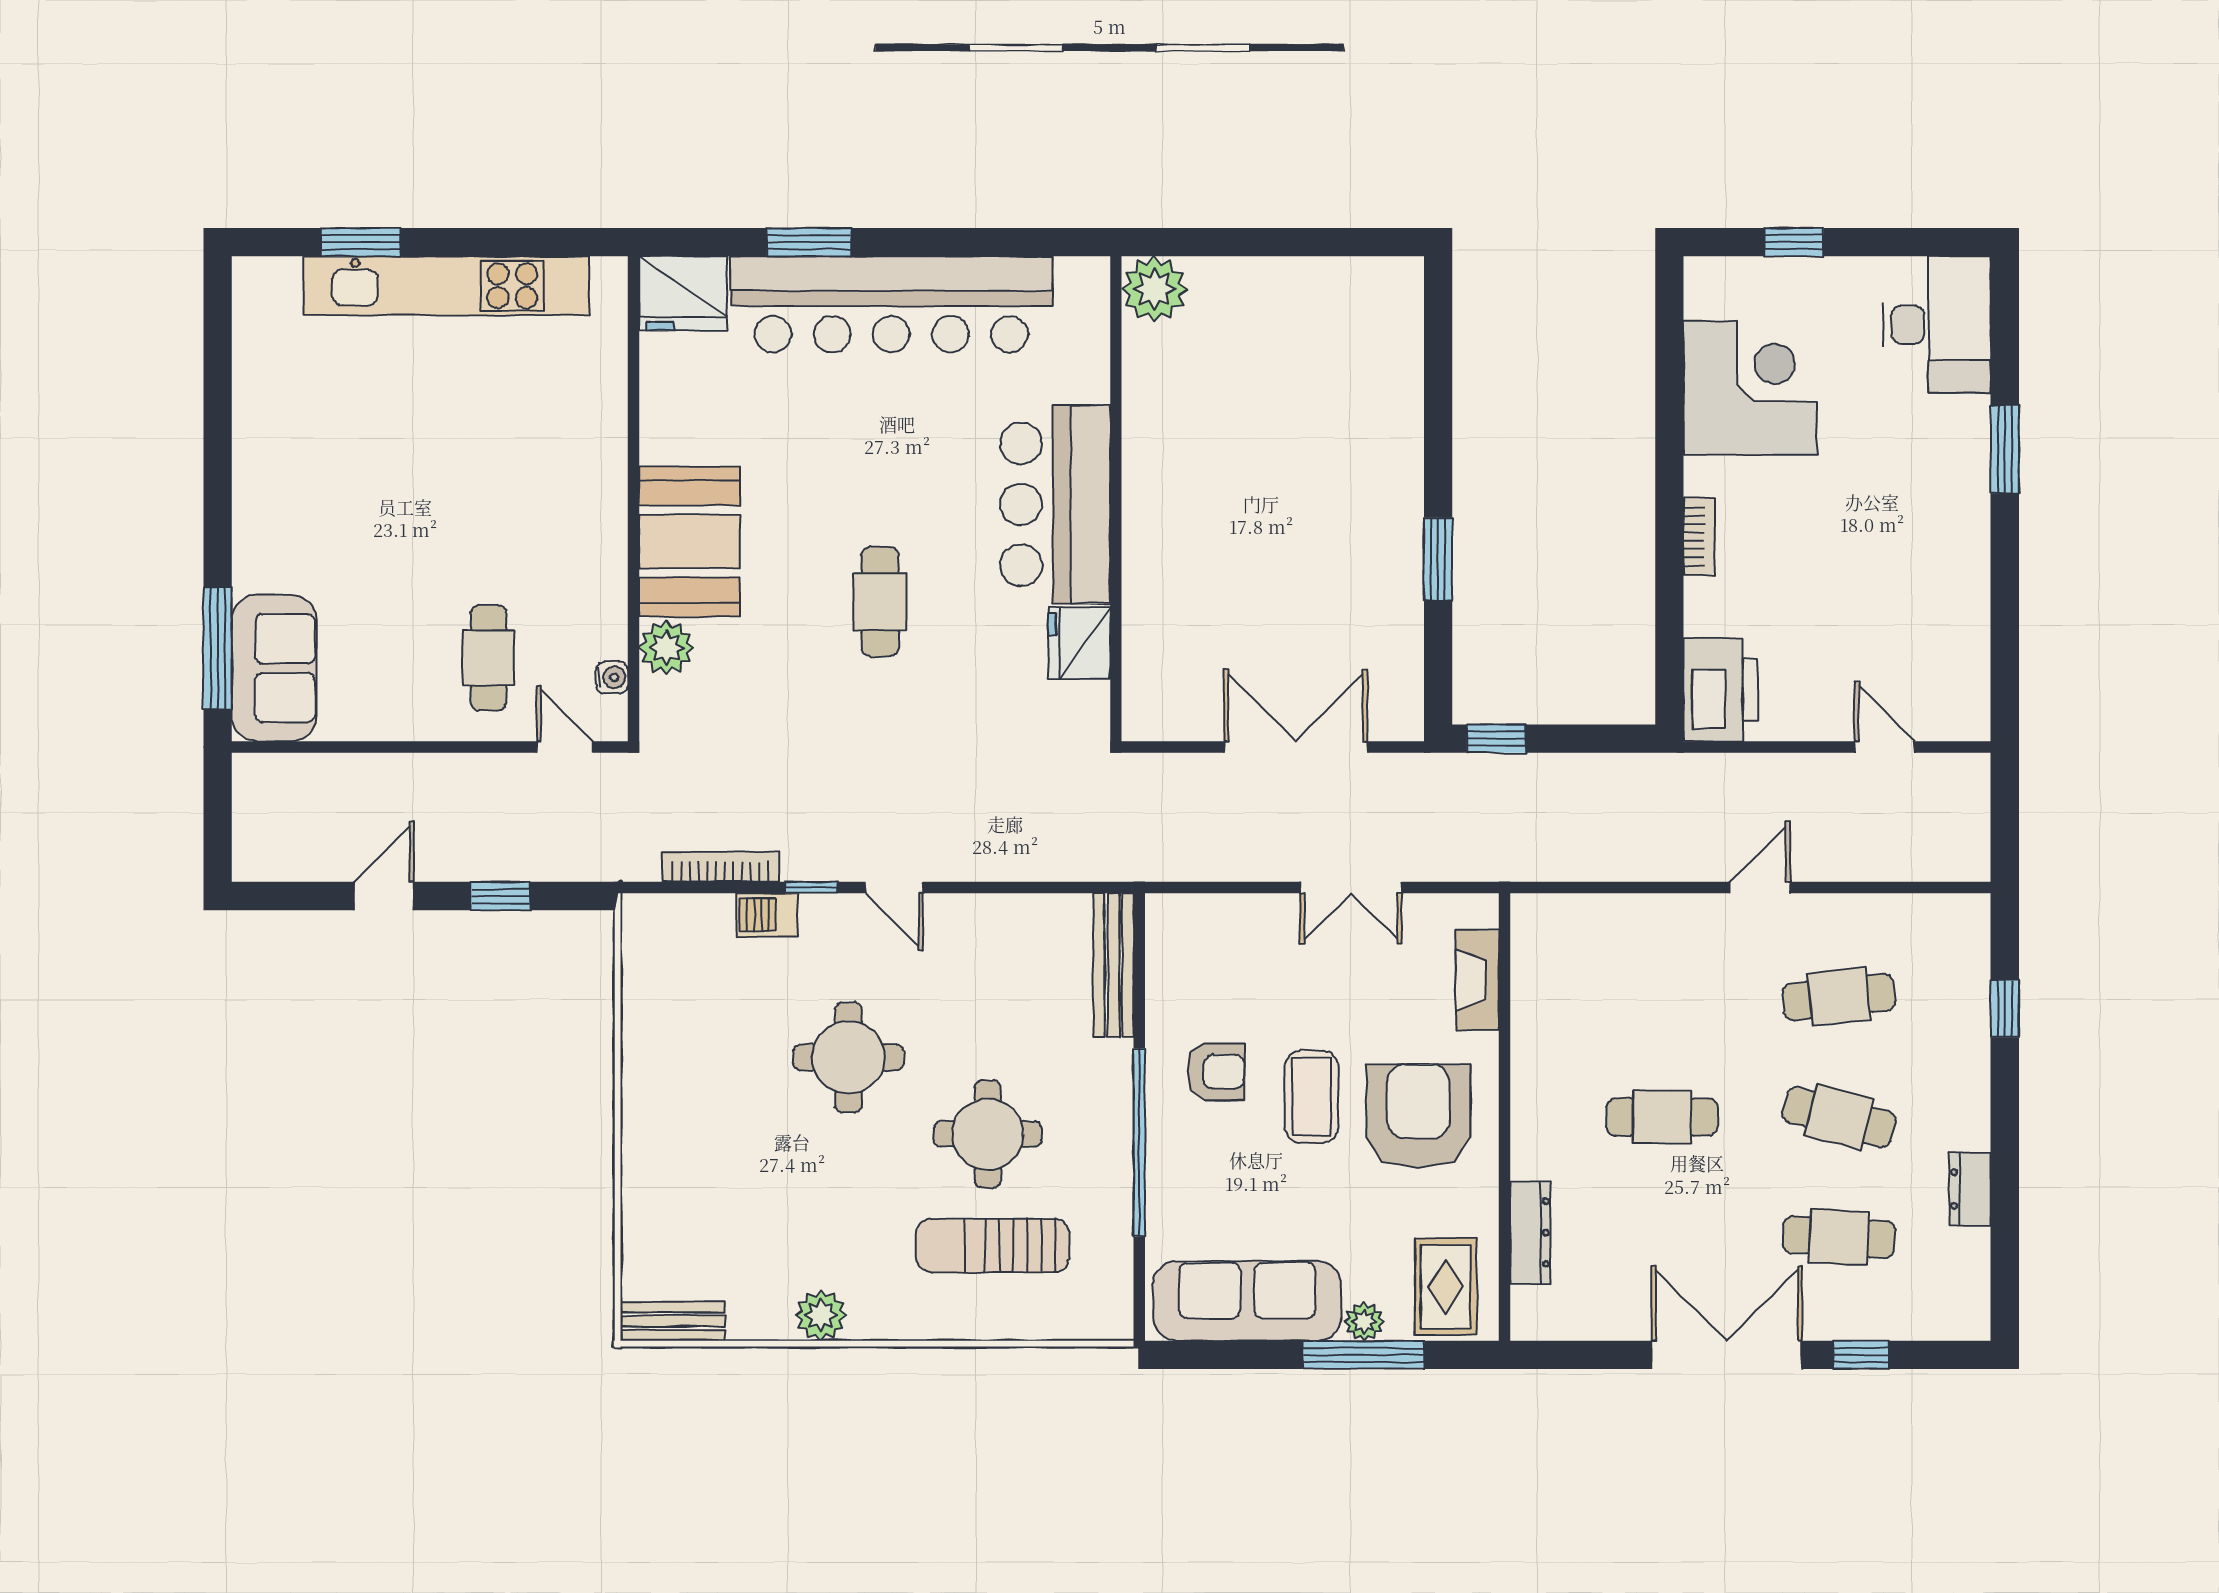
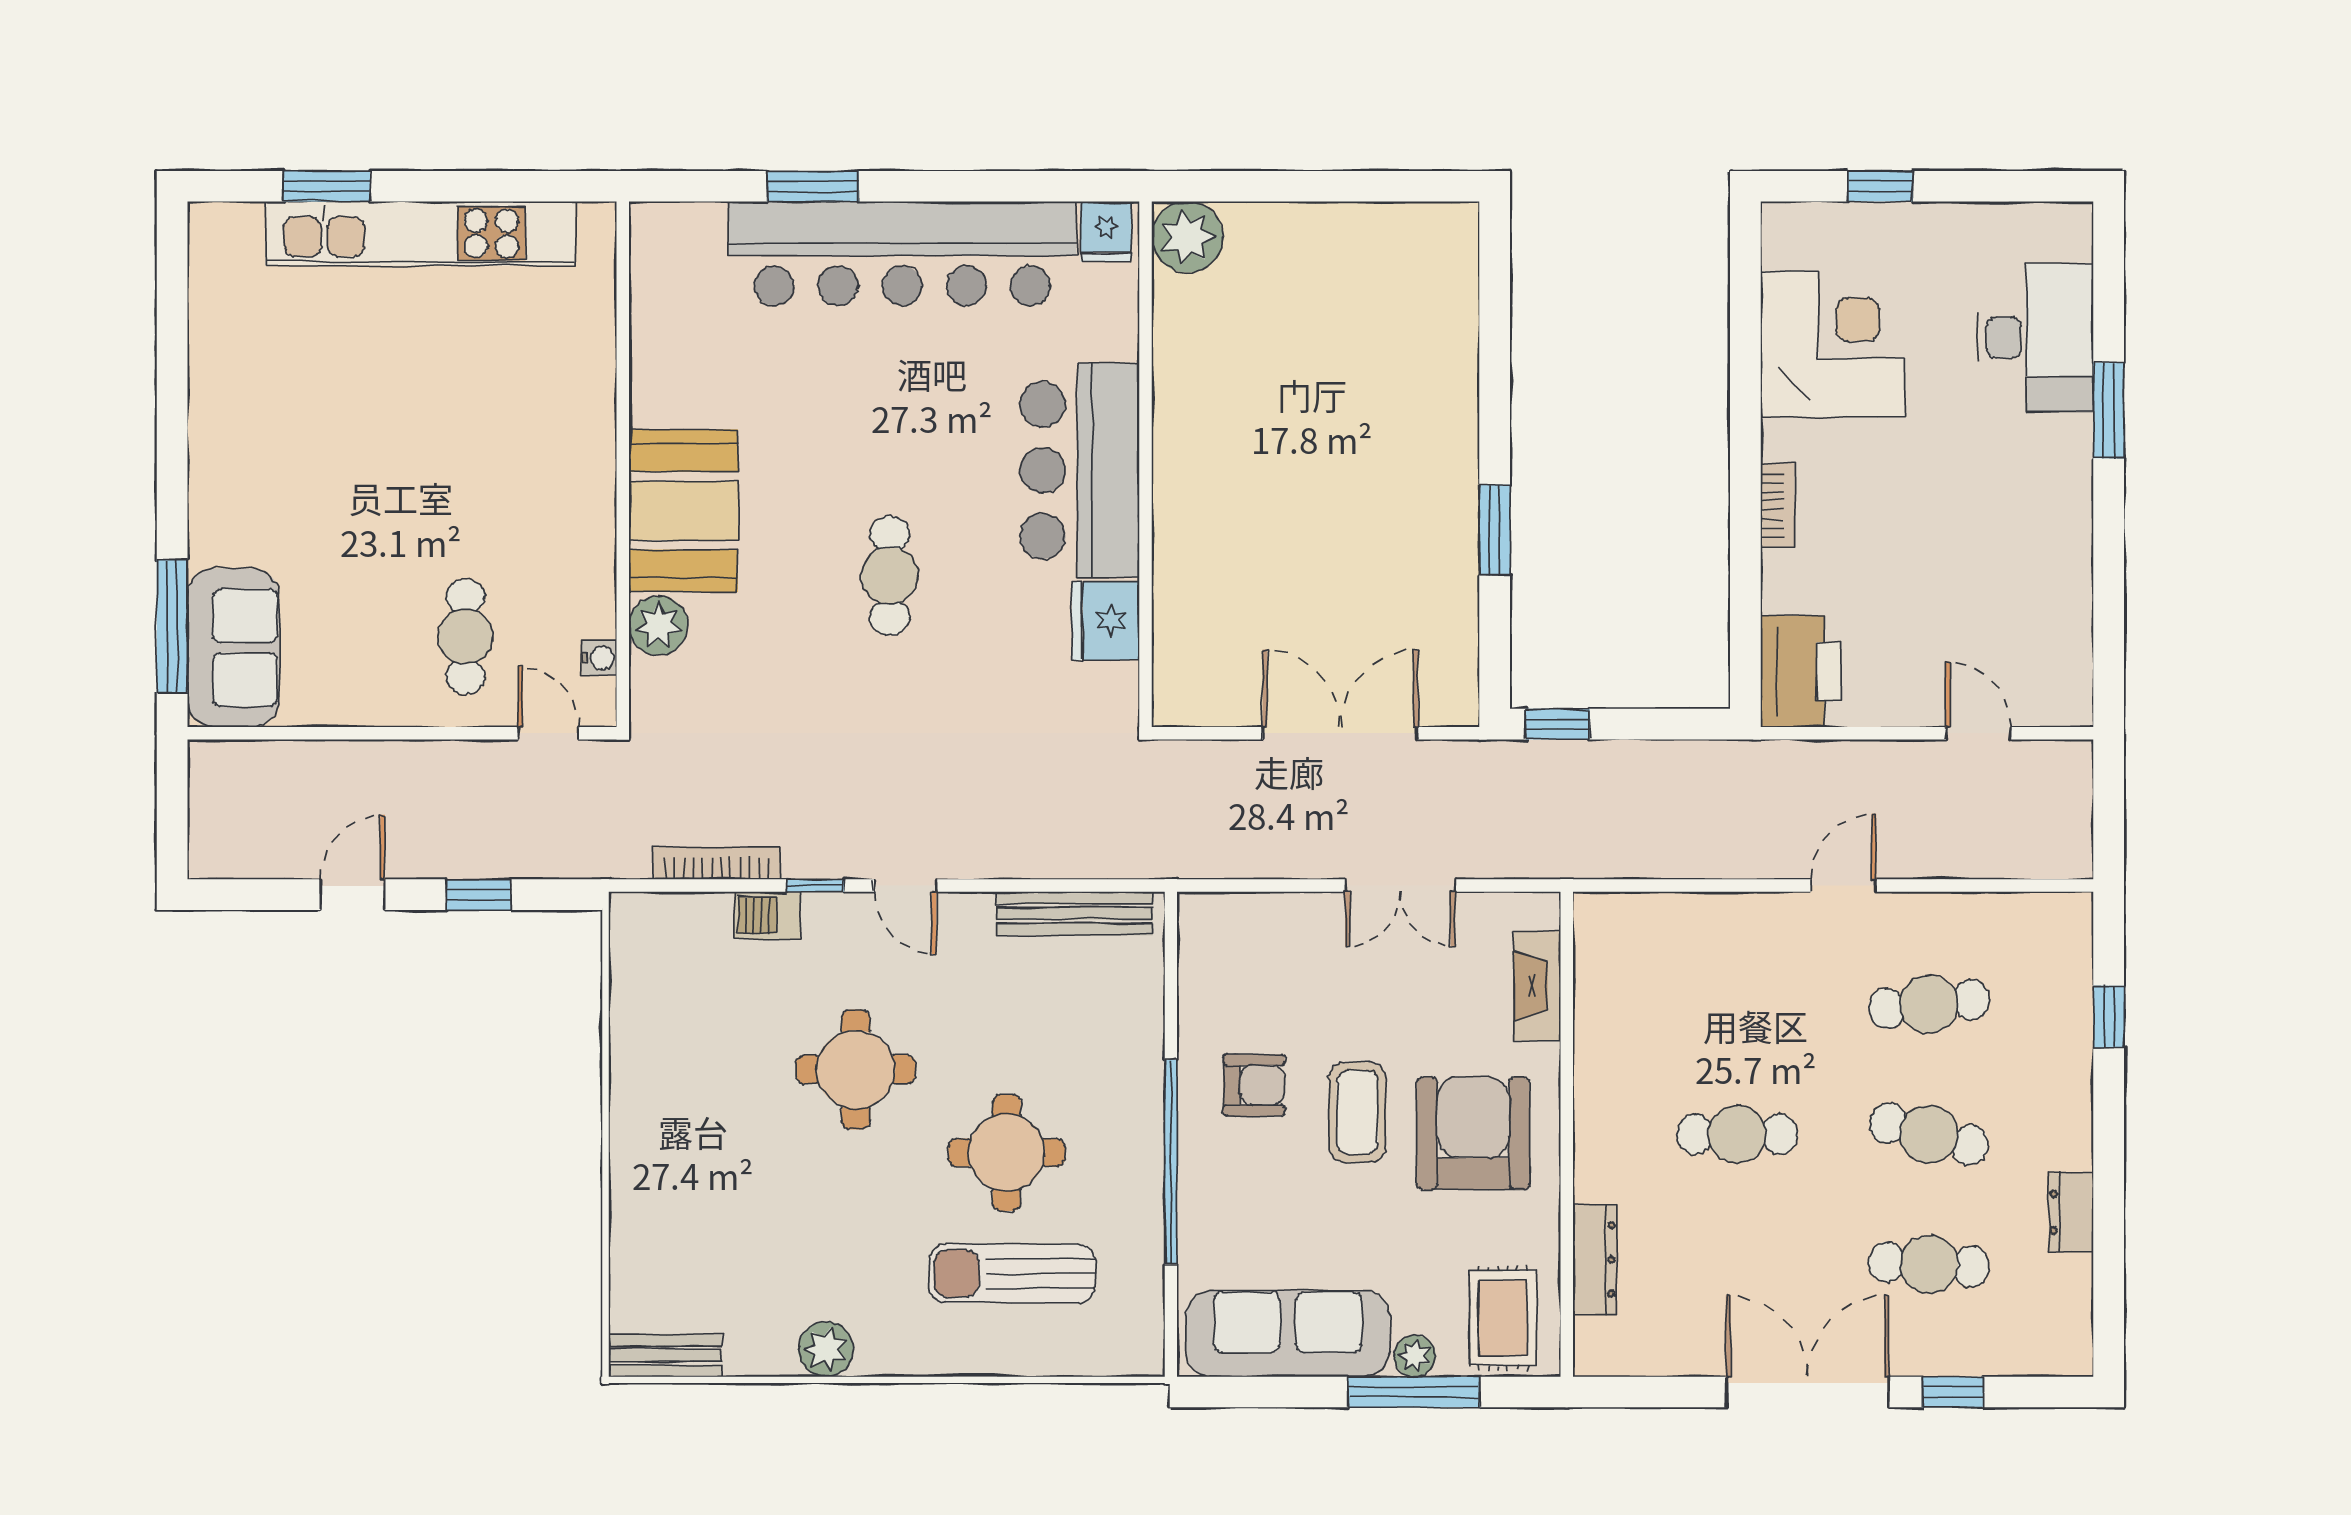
fridge: (683, 293) -> (1106, 231), moved, width x0.53, depth x0.75
desk: (1937, 325) -> (2035, 338), moved
bench: (1114, 965) -> (1075, 913), moved, turned 90

